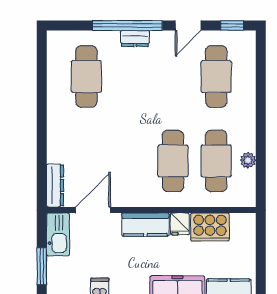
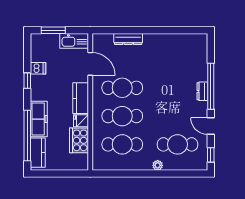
cafe table: (86, 76) -> (122, 88), moved
plant: (248, 160) -> (158, 165), moved
dresser: (55, 185) -> (128, 39), moved

